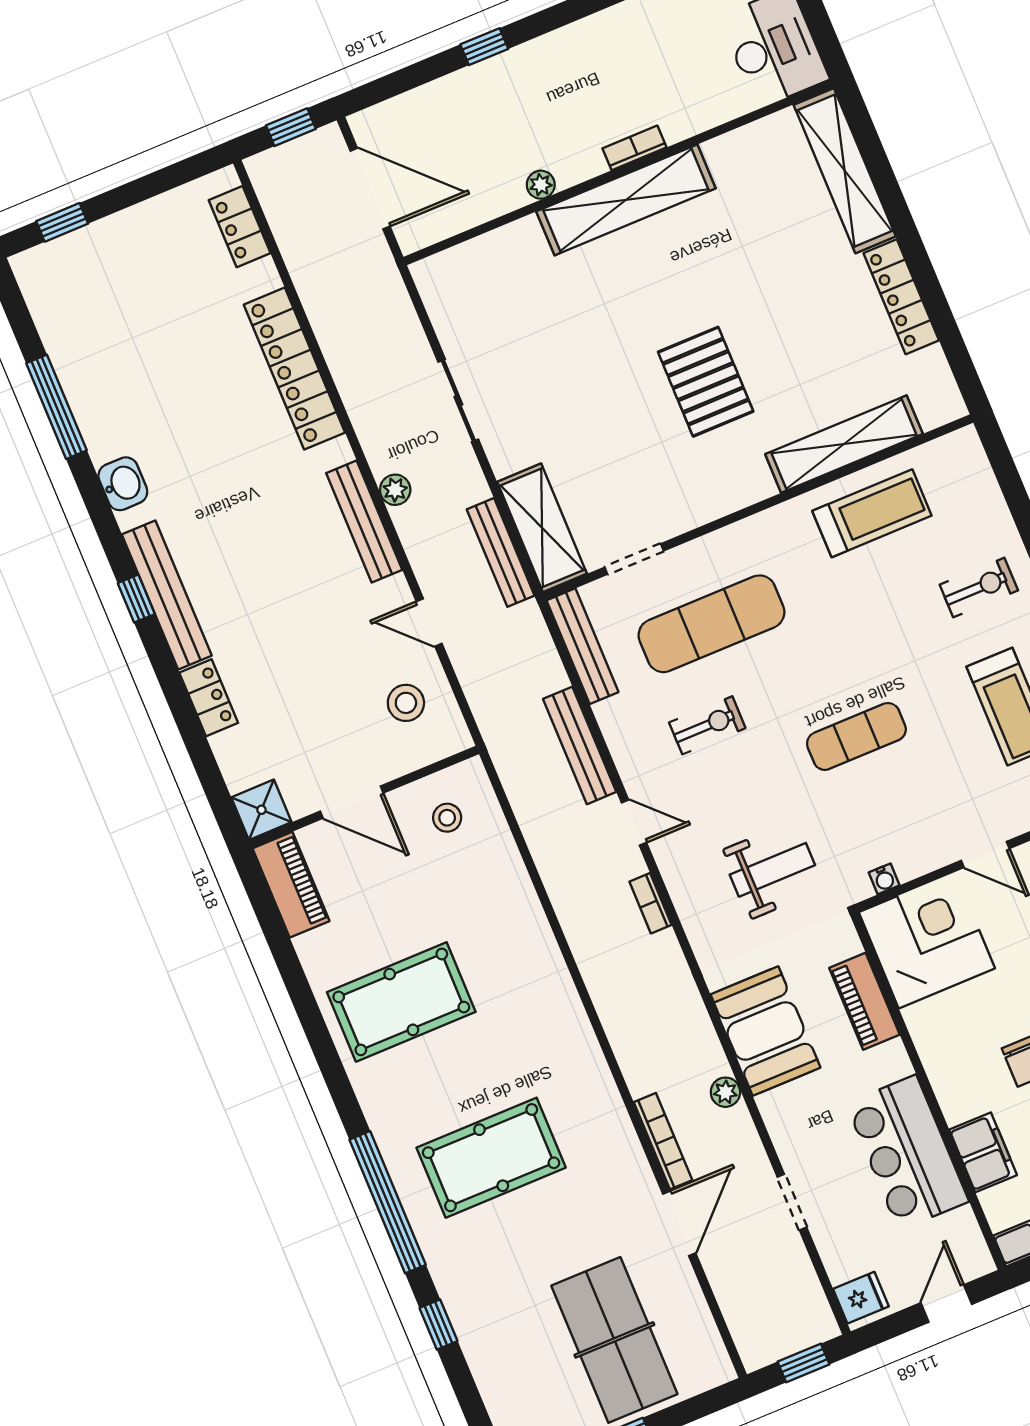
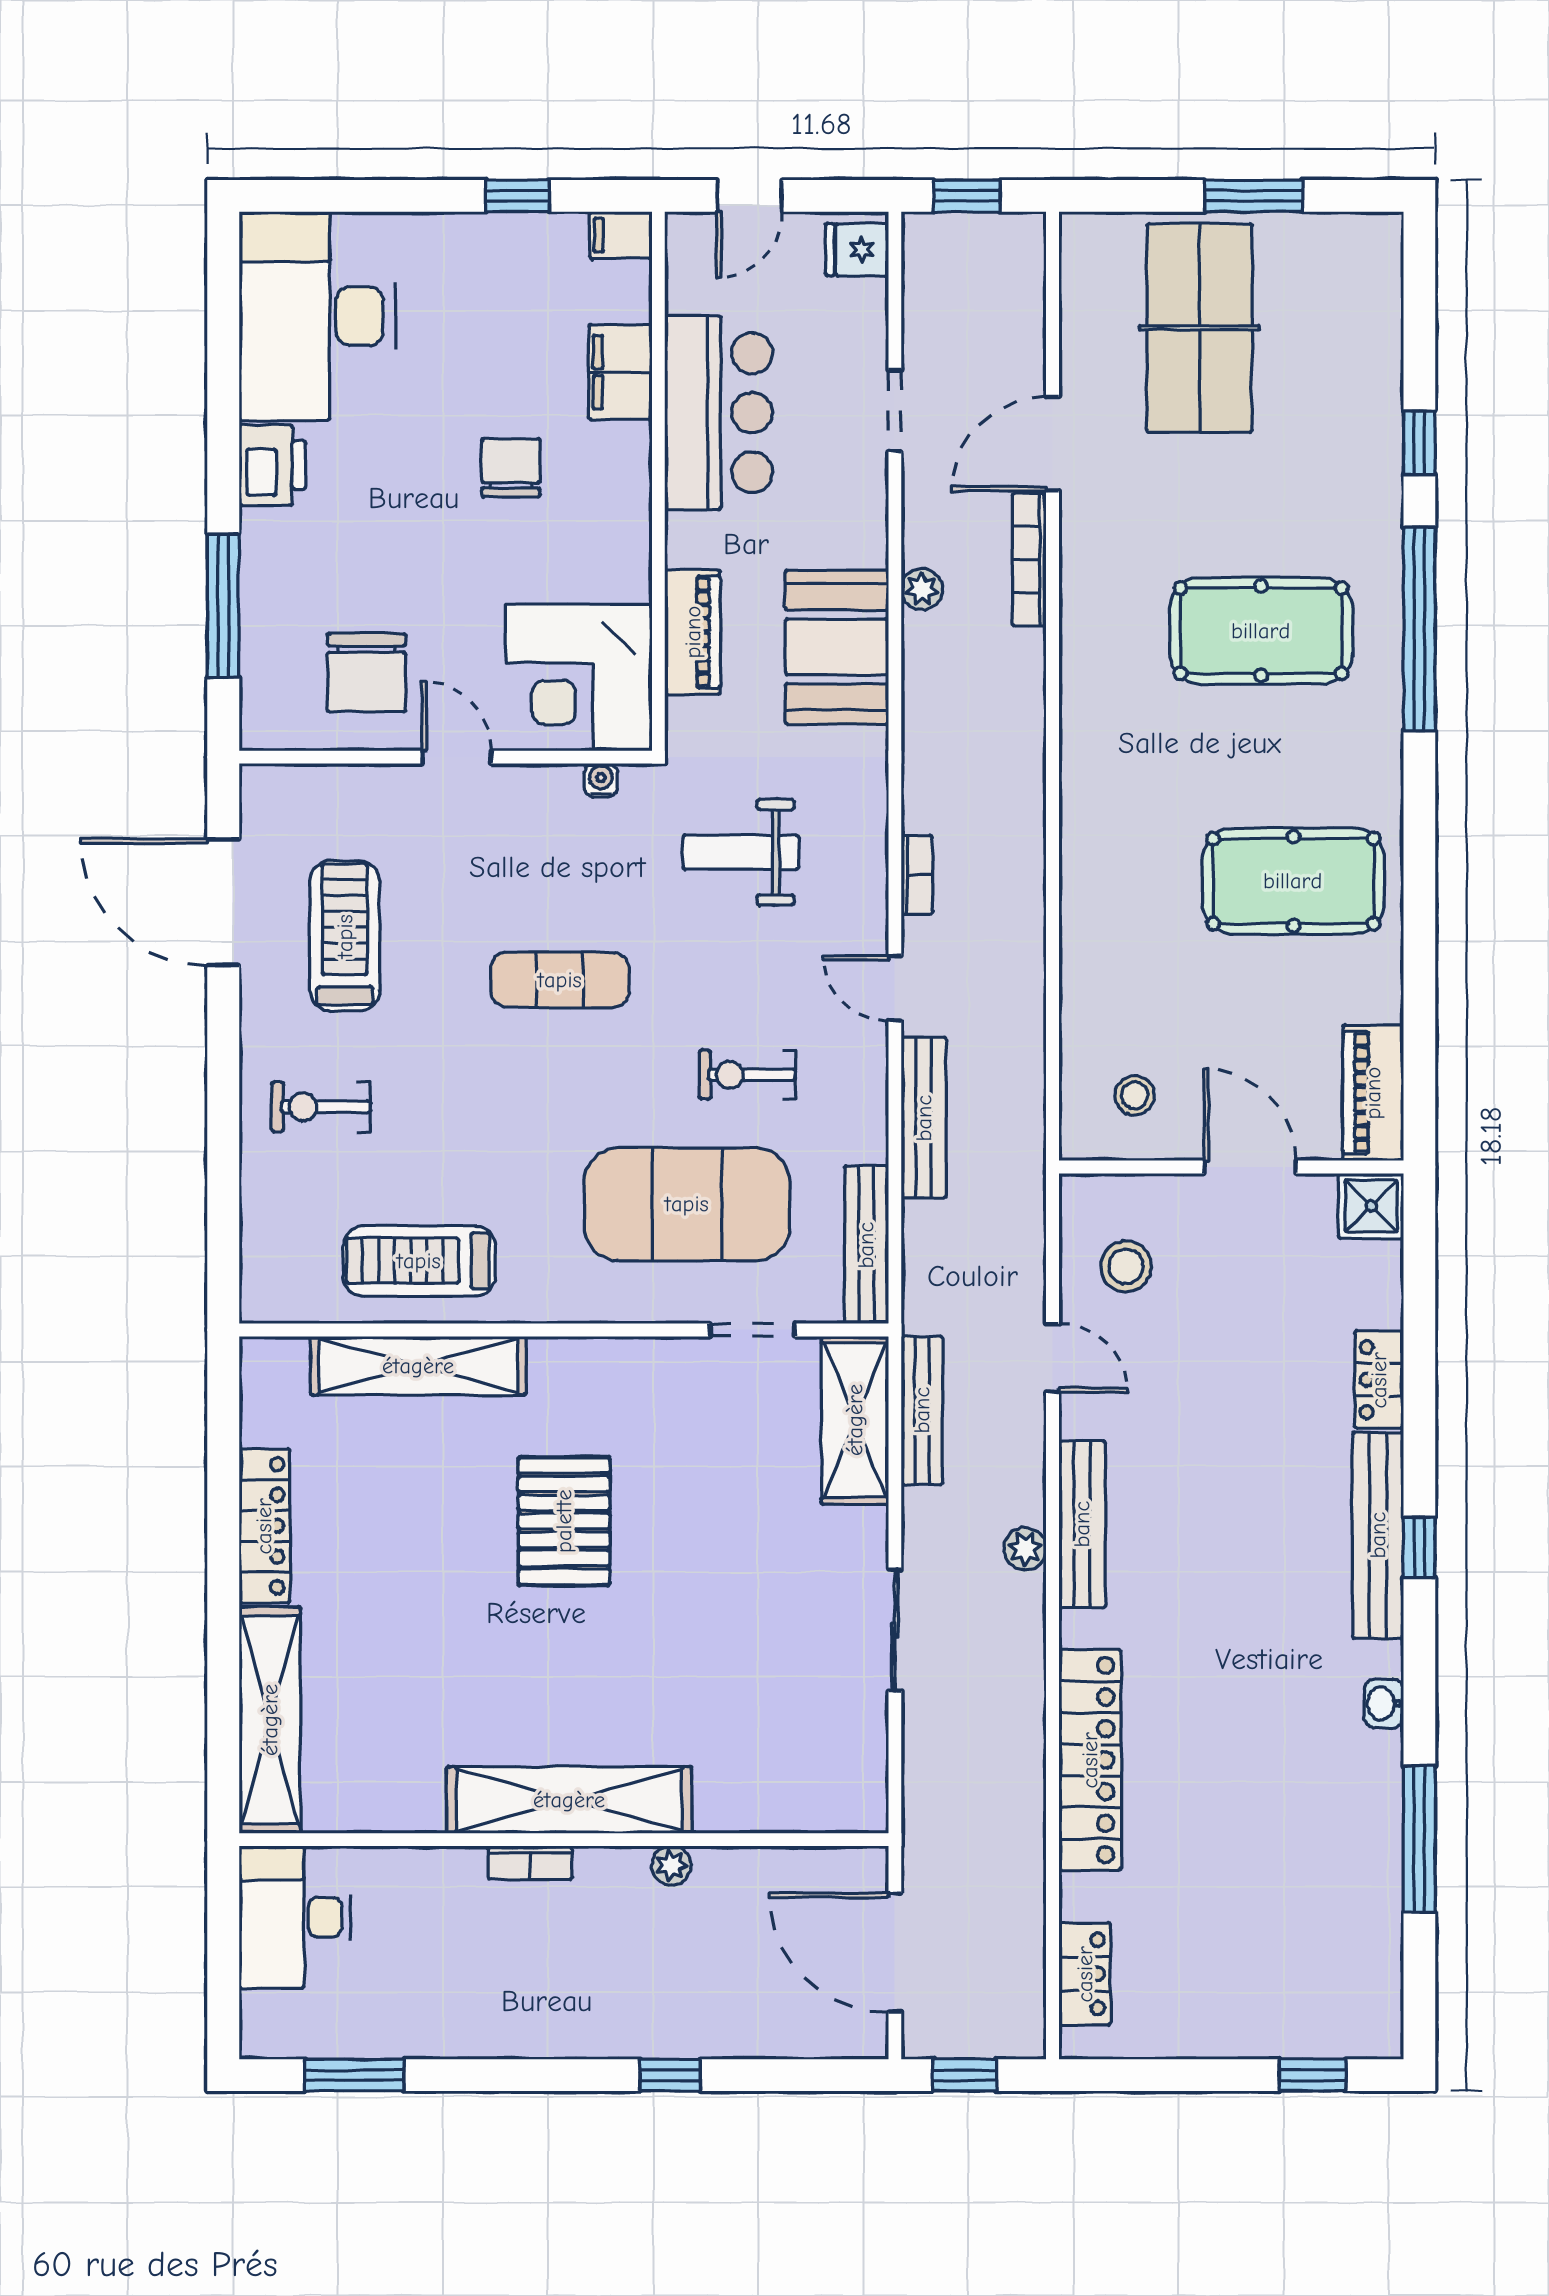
washbasin: (123, 484) -> (1384, 1703), width x0.72, depth x0.69
exercise mat: (711, 624) -> (687, 1204), width x1.47

